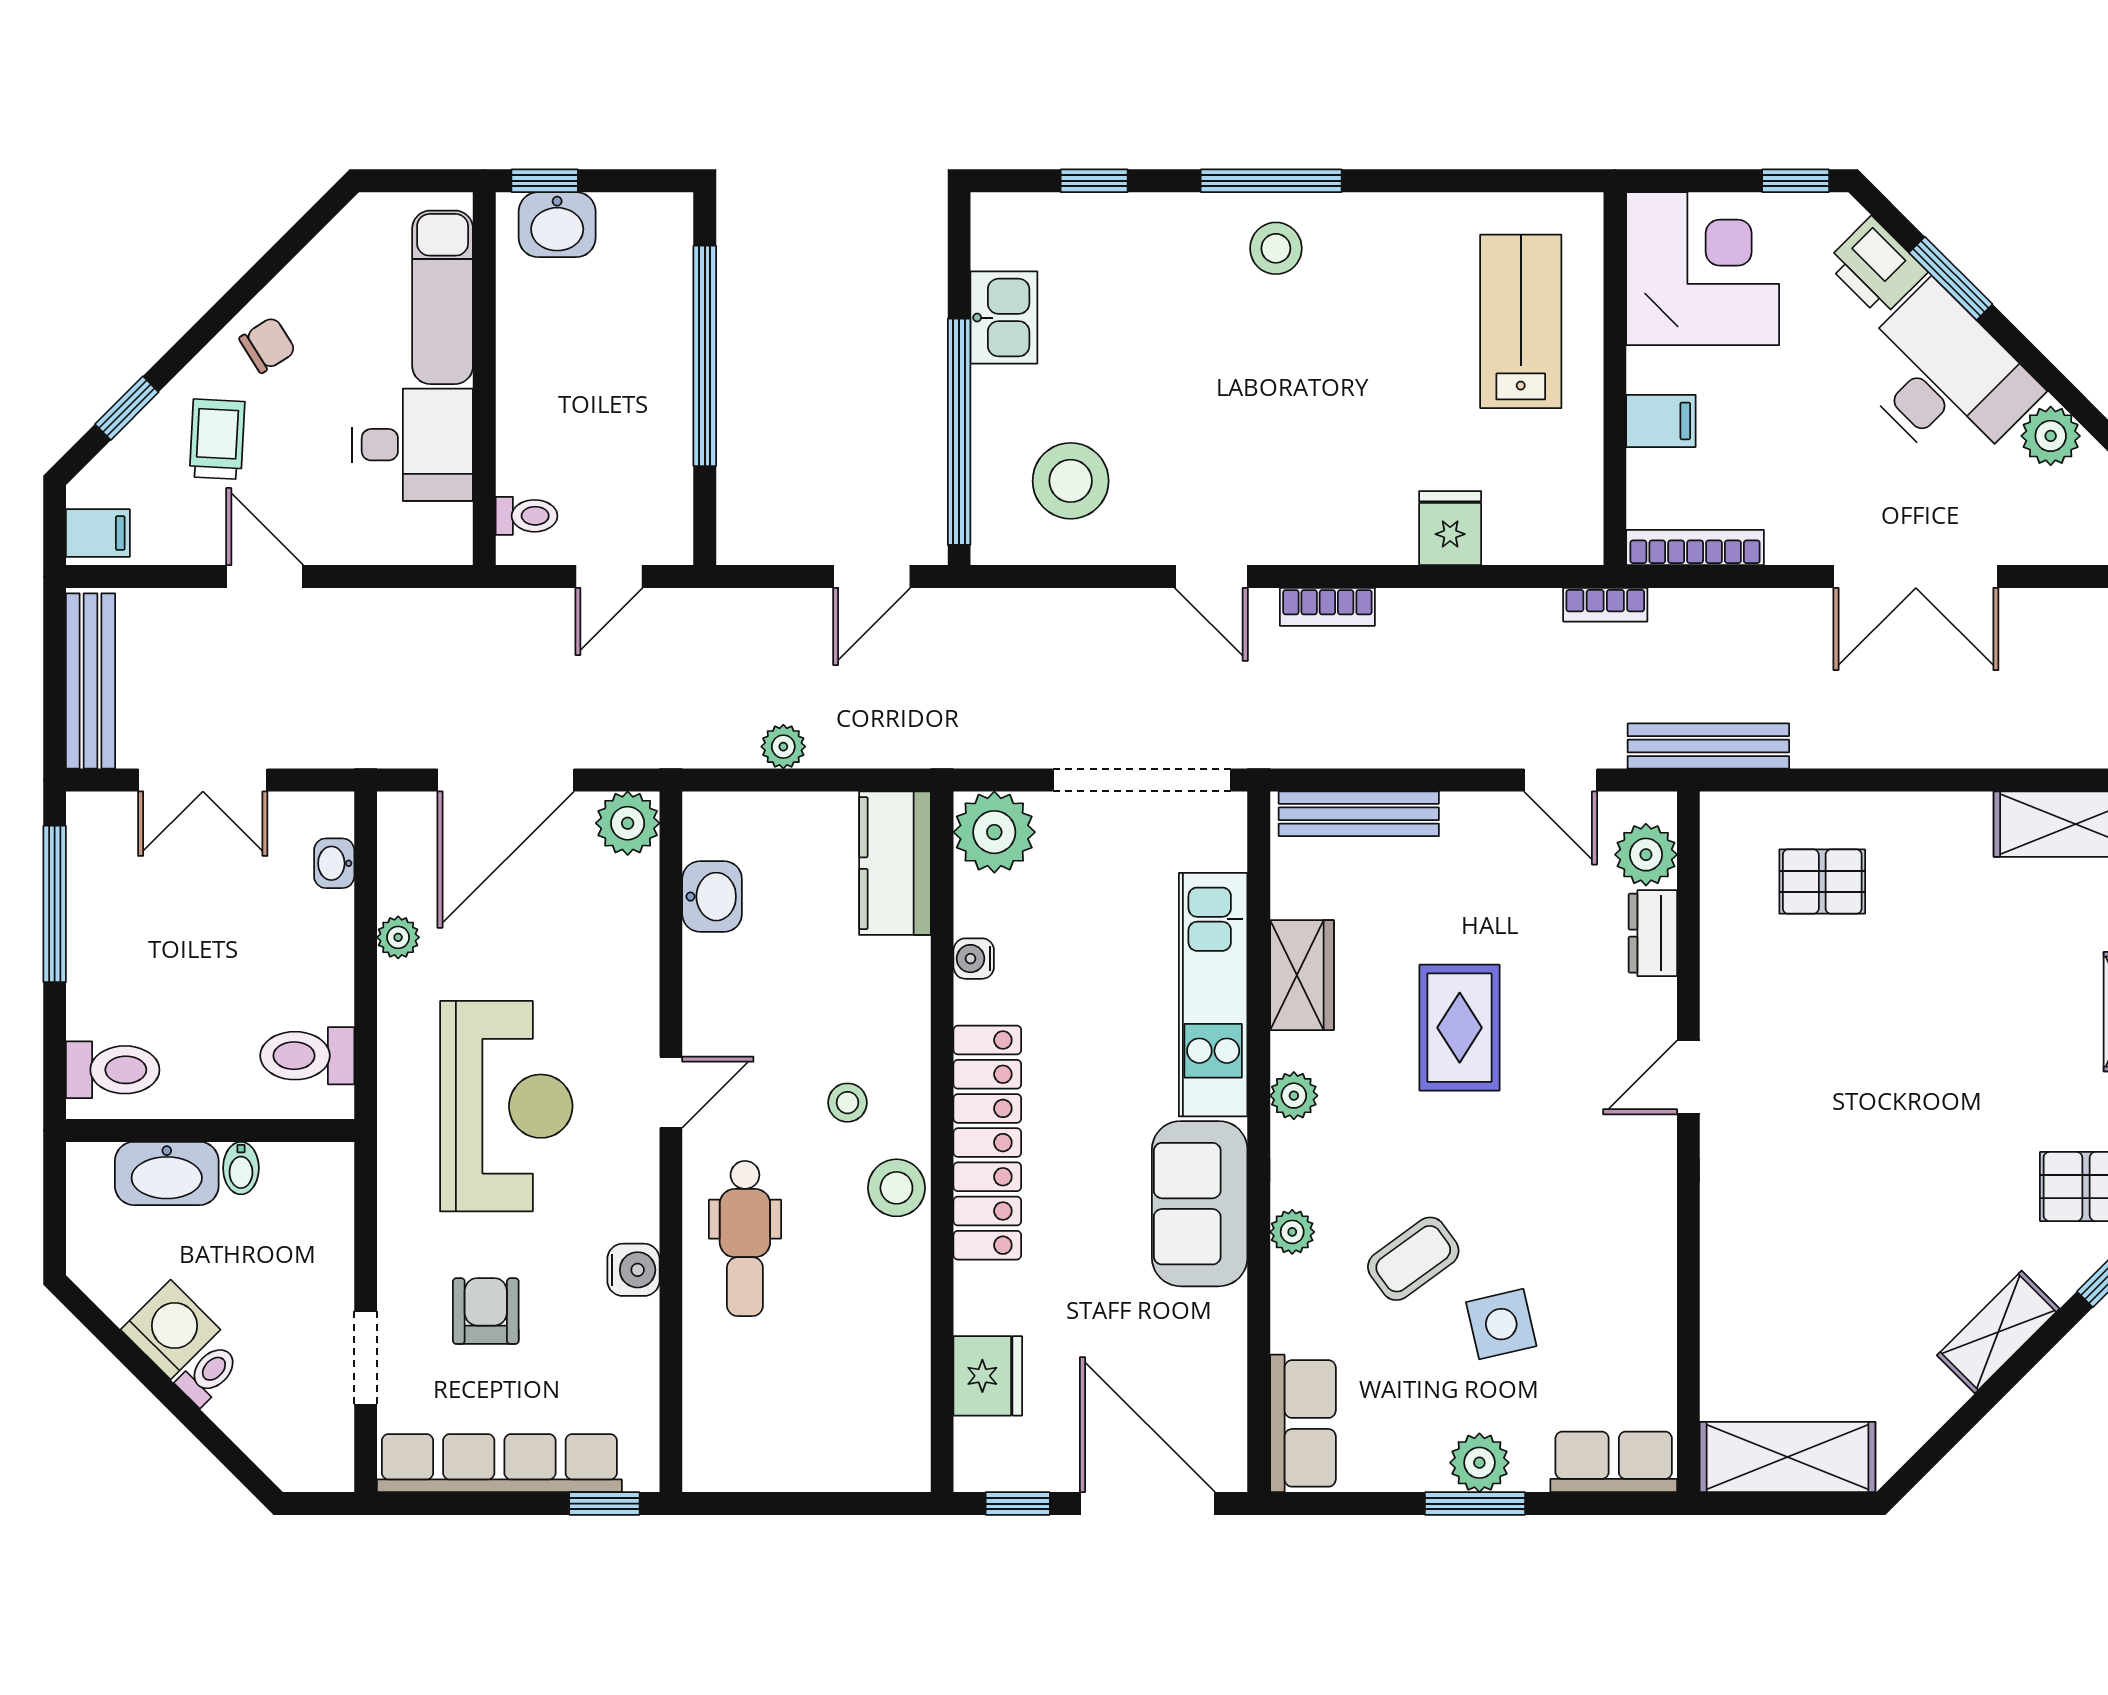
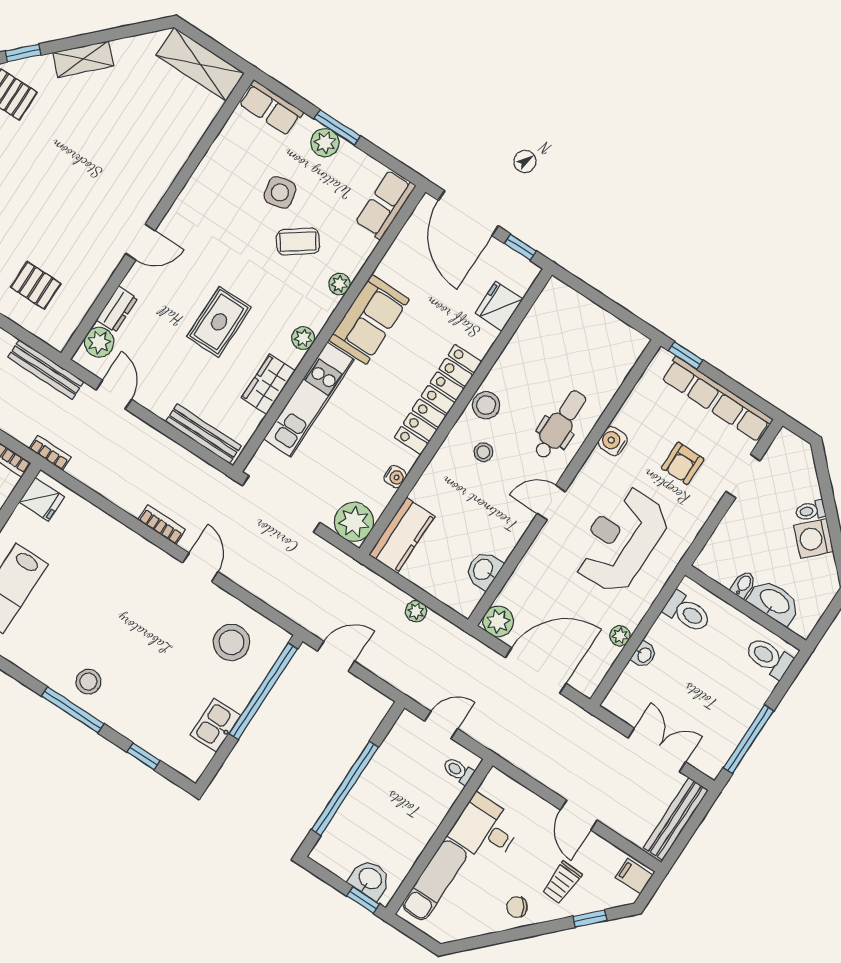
fridge: (1450, 528) -> (42, 499), moved, turned -90
washbasin: (334, 863) -> (644, 655), moved

